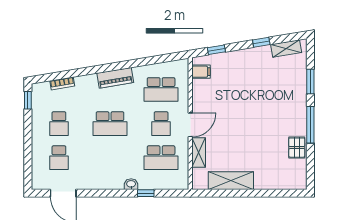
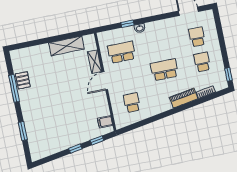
window: (261, 42) -> (75, 149), moved
shelving: (286, 48) -> (46, 152), removed
piano: (115, 78) -> (184, 98), moved
school desk: (161, 89) -> (132, 103), width x0.54
school desk: (161, 124) -> (127, 77), removed
window: (310, 125) -> (14, 88), moved

